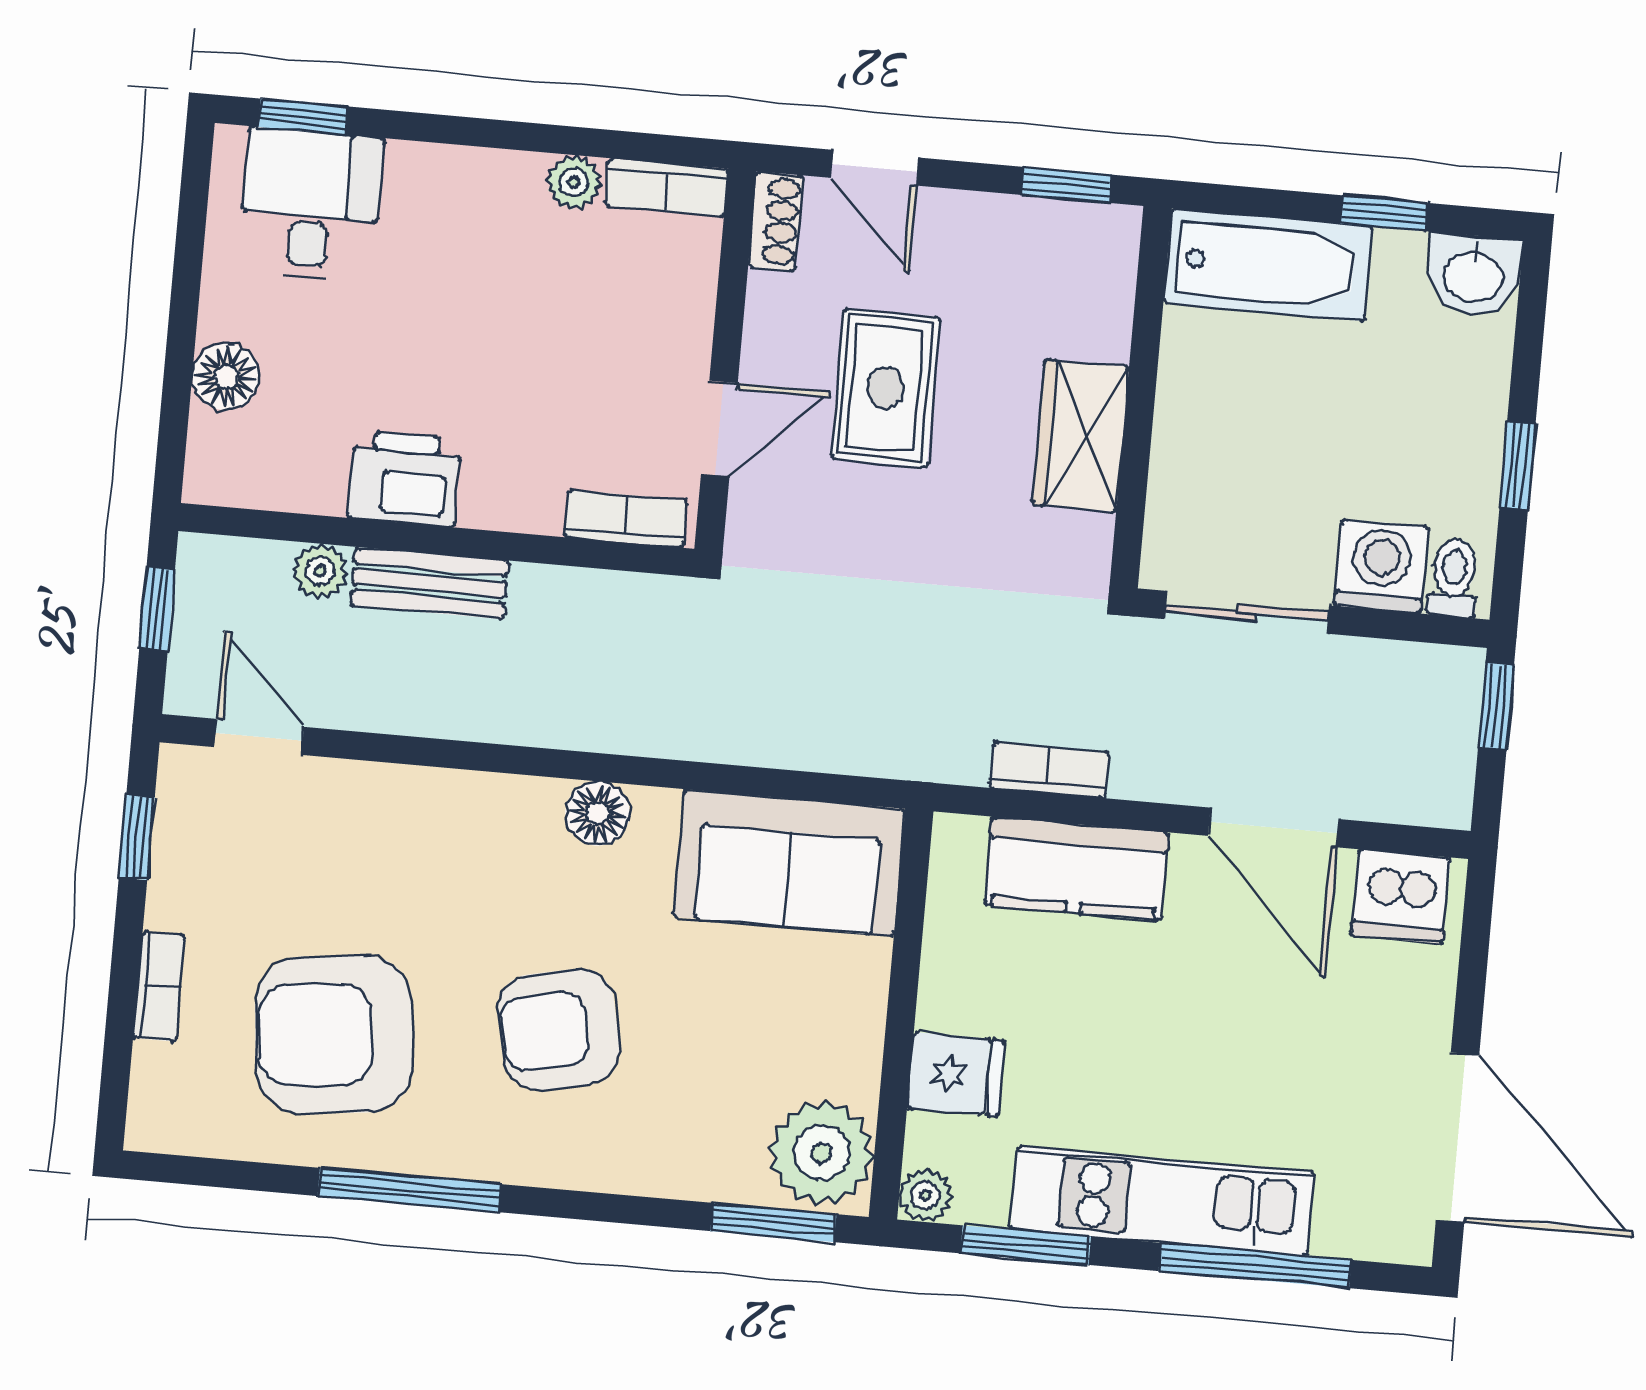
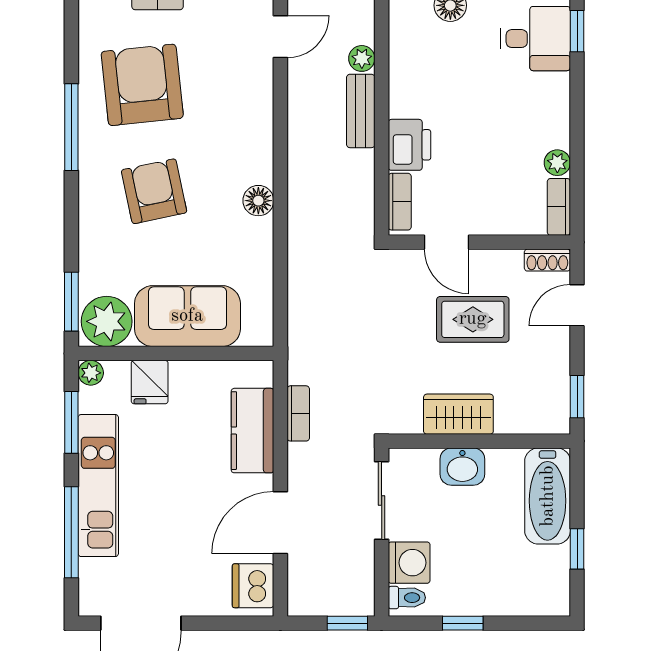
washbasin: (1474, 275) -> (462, 467), moved, turned -90
printer: (404, 478) -> (409, 145), moved
sofa: (789, 863) -> (187, 316), moved, turned 90

